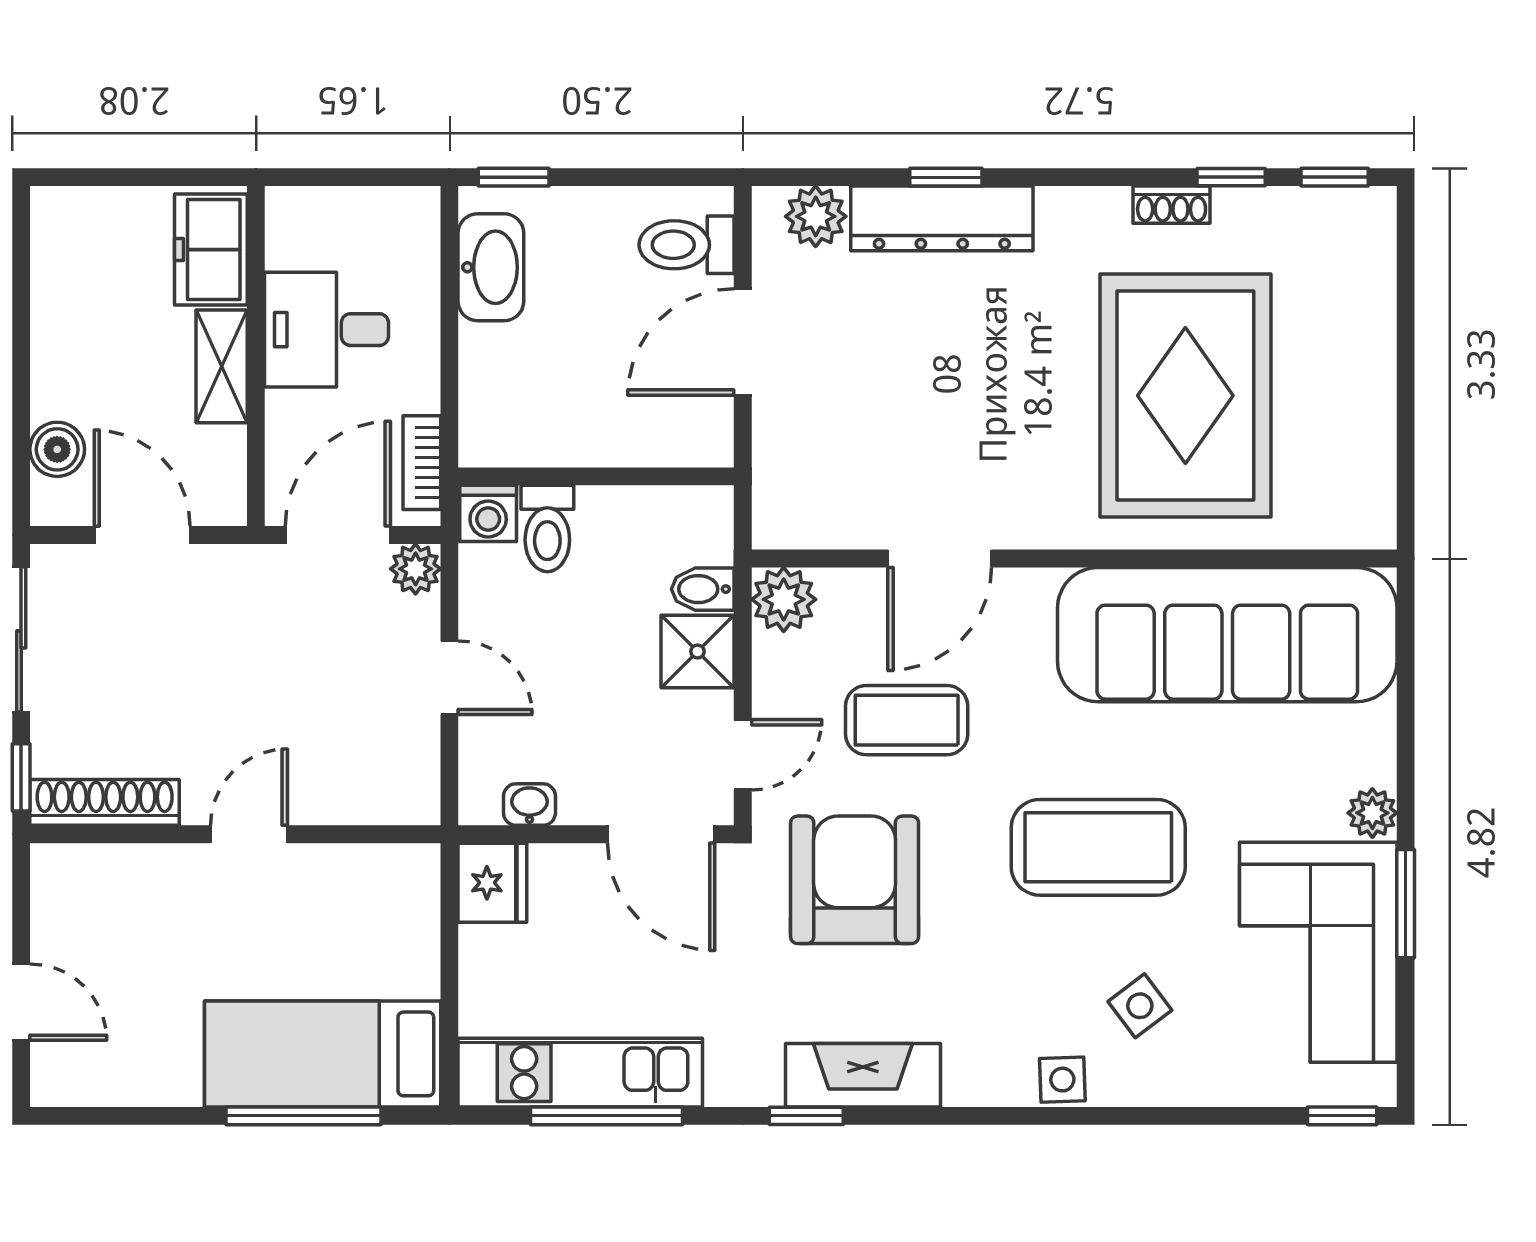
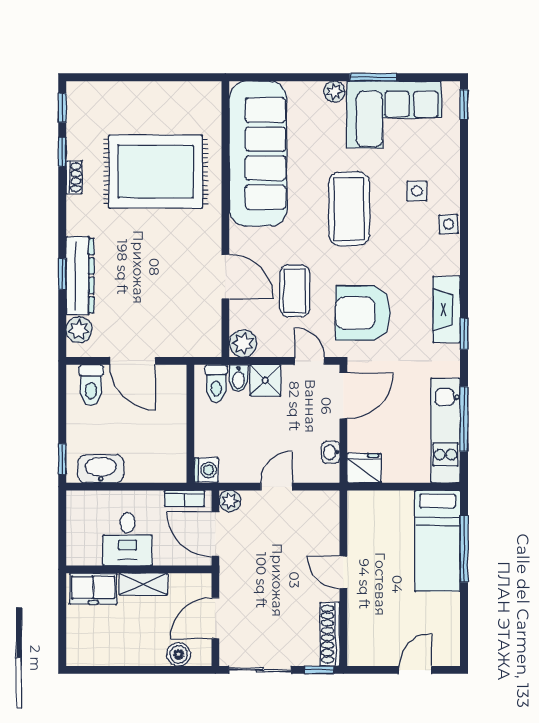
toilet: (547, 528) -> (216, 383), moved, turned 90
side table: (1140, 1006) -> (417, 191), turned 37

